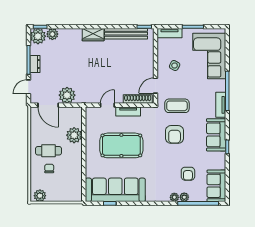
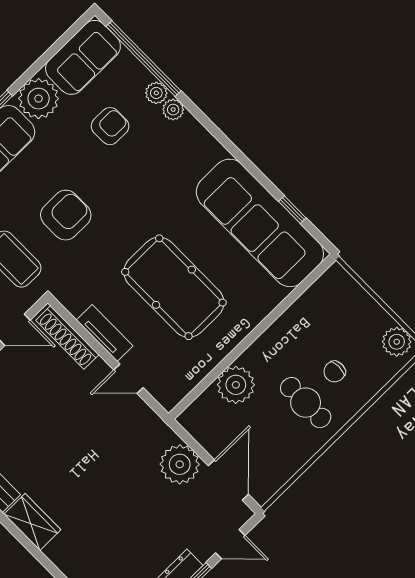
plant: (217, 161) -> (39, 99), added

